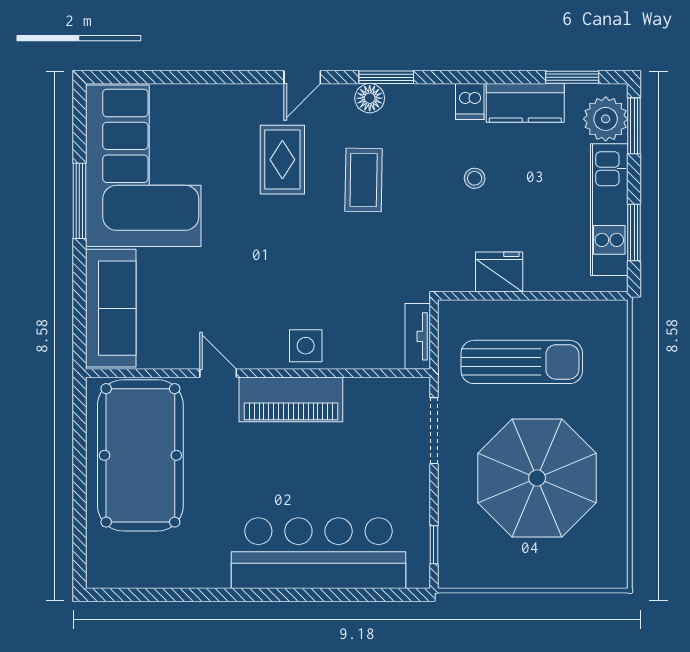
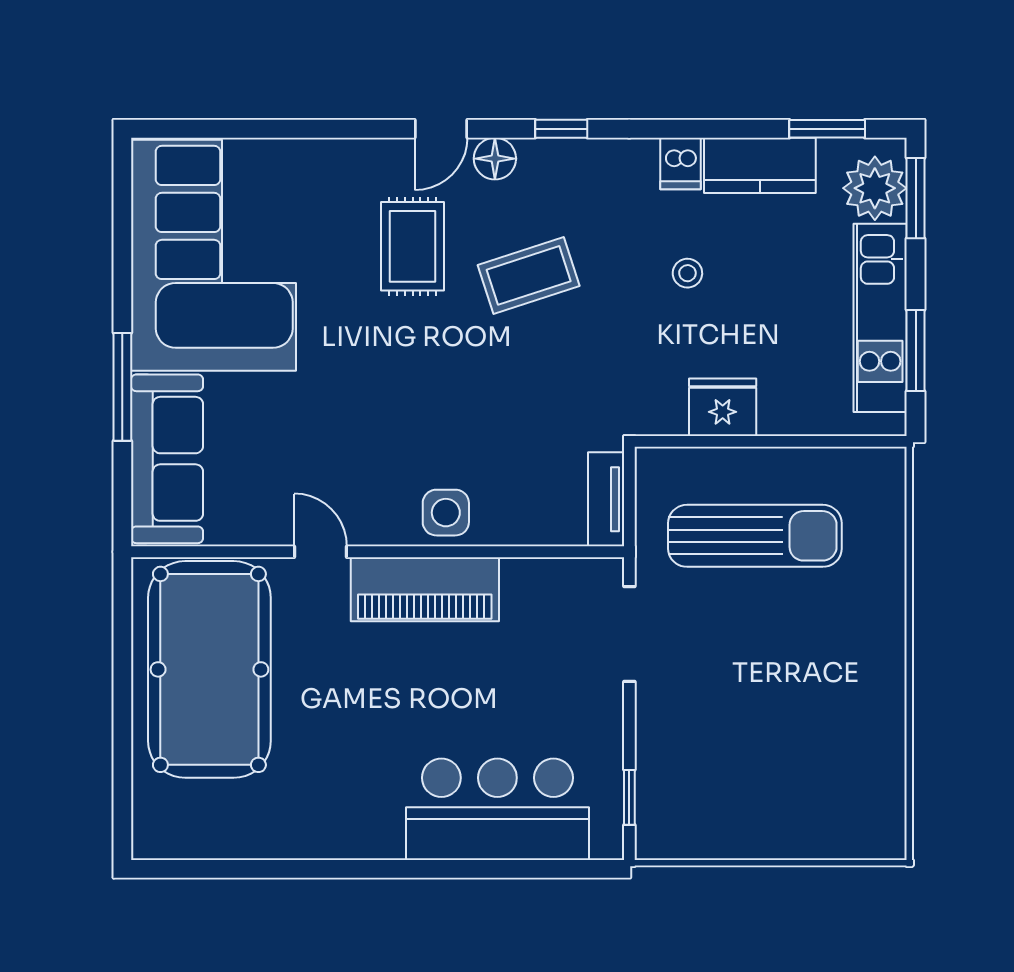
window: (386, 77) -> (561, 129), width x0.67
floor lamp: (370, 98) -> (495, 159), moved
coffee table: (364, 180) -> (529, 275), turned 71
window: (79, 201) -> (122, 387), moved
parasol: (537, 478) -> (777, 702), removed
bar counter: (318, 553) -> (497, 809), width x0.73

